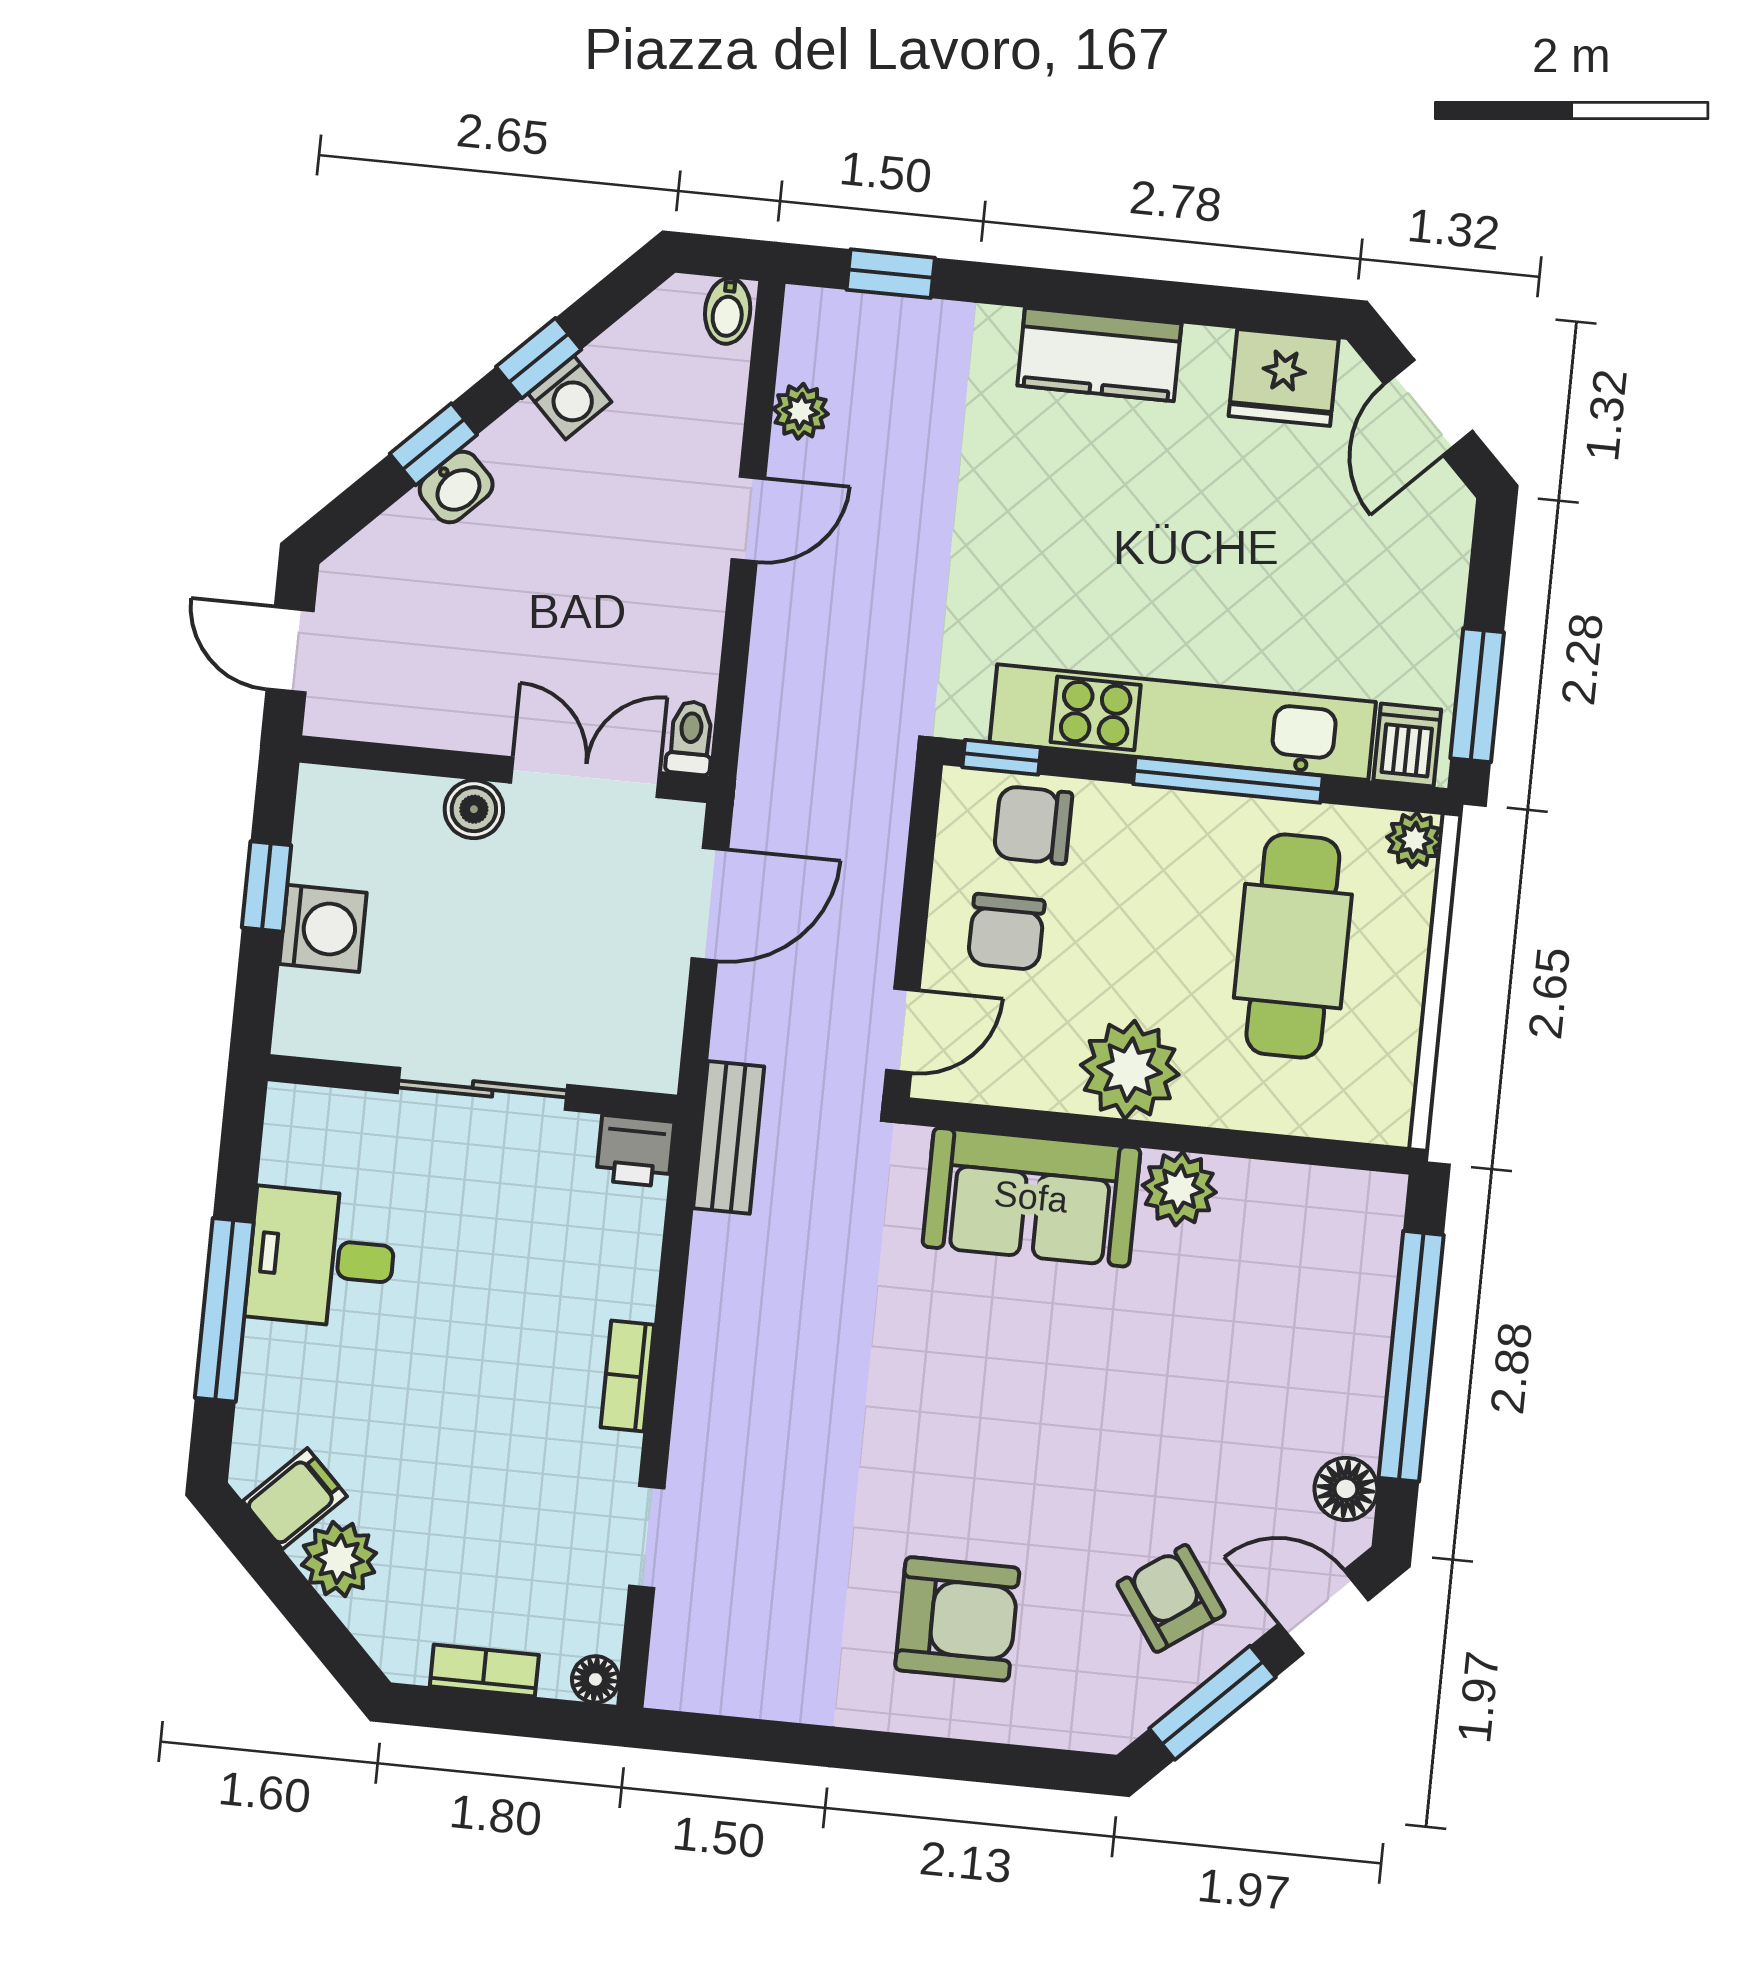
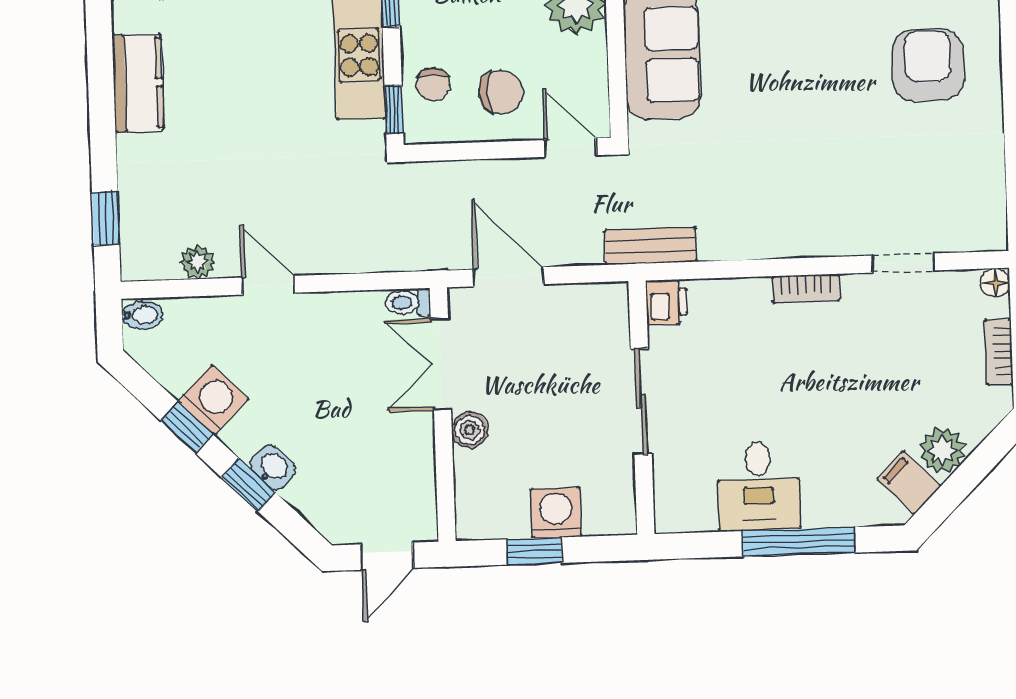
washing machine: (570, 398) -> (213, 400), width x1.38, depth x1.38
chair: (1033, 825) -> (433, 85), width x0.73, depth x0.73

